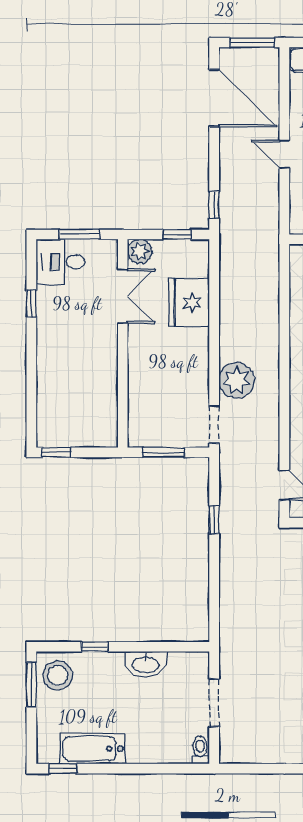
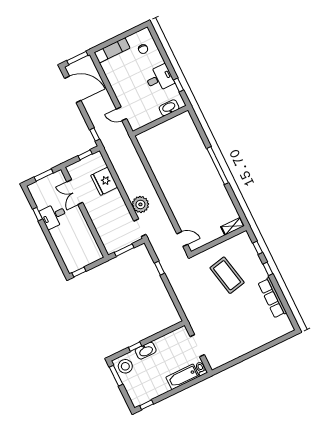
door: (284, 154) -> (121, 114), moved
plant: (140, 251) -> (73, 170), removed
desk: (60, 262) -> (54, 216), moved
double door: (123, 296) -> (75, 192), swing flipped
washbasin: (146, 664) -> (146, 351), moved
bathtub: (92, 749) -> (183, 377), moved

